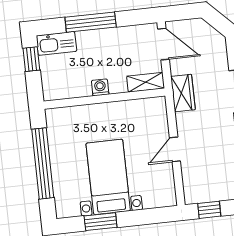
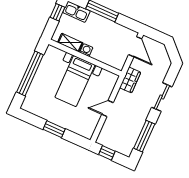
shelving: (146, 82) -> (70, 43), moved
bed with nightstands: (108, 177) -> (75, 81), moved, turned 180
window: (101, 222) -> (54, 129), moved

